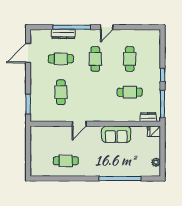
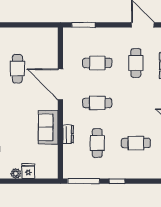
cafe table: (95, 59) -> (97, 103), moved
dresser: (148, 117) -> (68, 134), moved
door: (79, 124) -> (60, 84), width x1.88
fridge: (154, 131) -> (28, 171), moved

